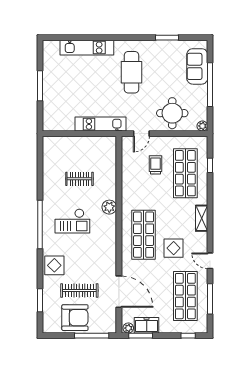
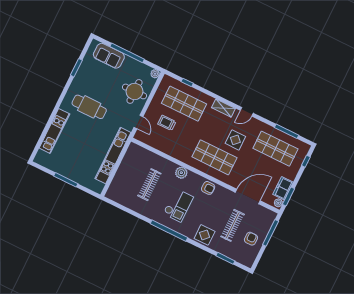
kitchen unit: (101, 124) -> (113, 156), width x1.36
clothes rail: (79, 179) -> (149, 185), width x1.36
armchair: (107, 244) -> (208, 188), added
door: (210, 261) -> (247, 112), moved
armchair: (75, 318) -> (251, 239), width x0.53, depth x0.53

